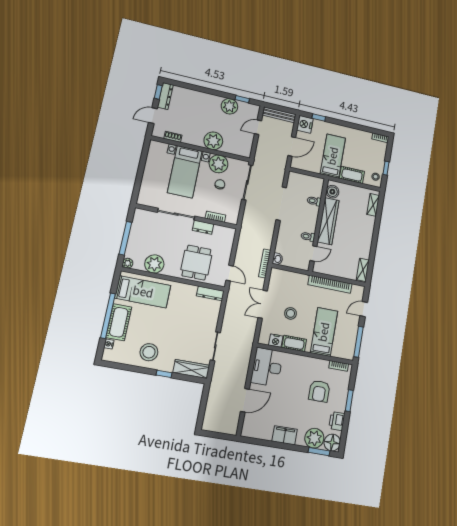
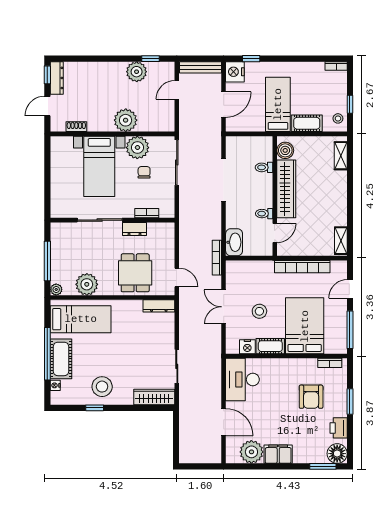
washbasin: (278, 259) -> (234, 242), width x1.91, depth x1.45
bed: (324, 332) -> (305, 326), width x1.50
window: (164, 374) -> (95, 408), moved
door: (245, 400) -> (224, 422), hinge flipped
plant: (314, 438) -> (251, 452), moved

